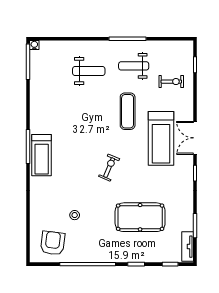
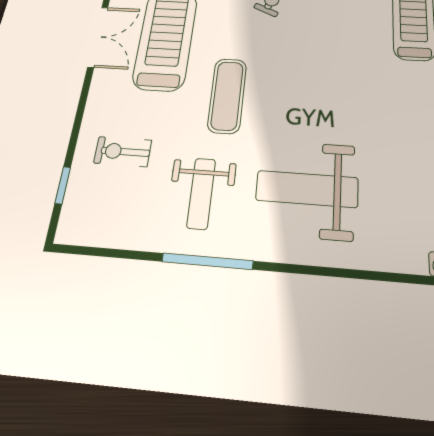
weight bench: (134, 66) -> (201, 193), turned 90
weight bench: (89, 71) -> (307, 189), width x1.36, depth x1.33

